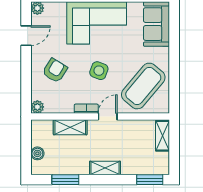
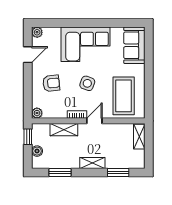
armchair: (55, 70) -> (51, 83), turned 52
coffee table: (143, 86) -> (124, 96), turned -40
window: (26, 136) -> (28, 137), added
window: (150, 180) -> (118, 172), moved

